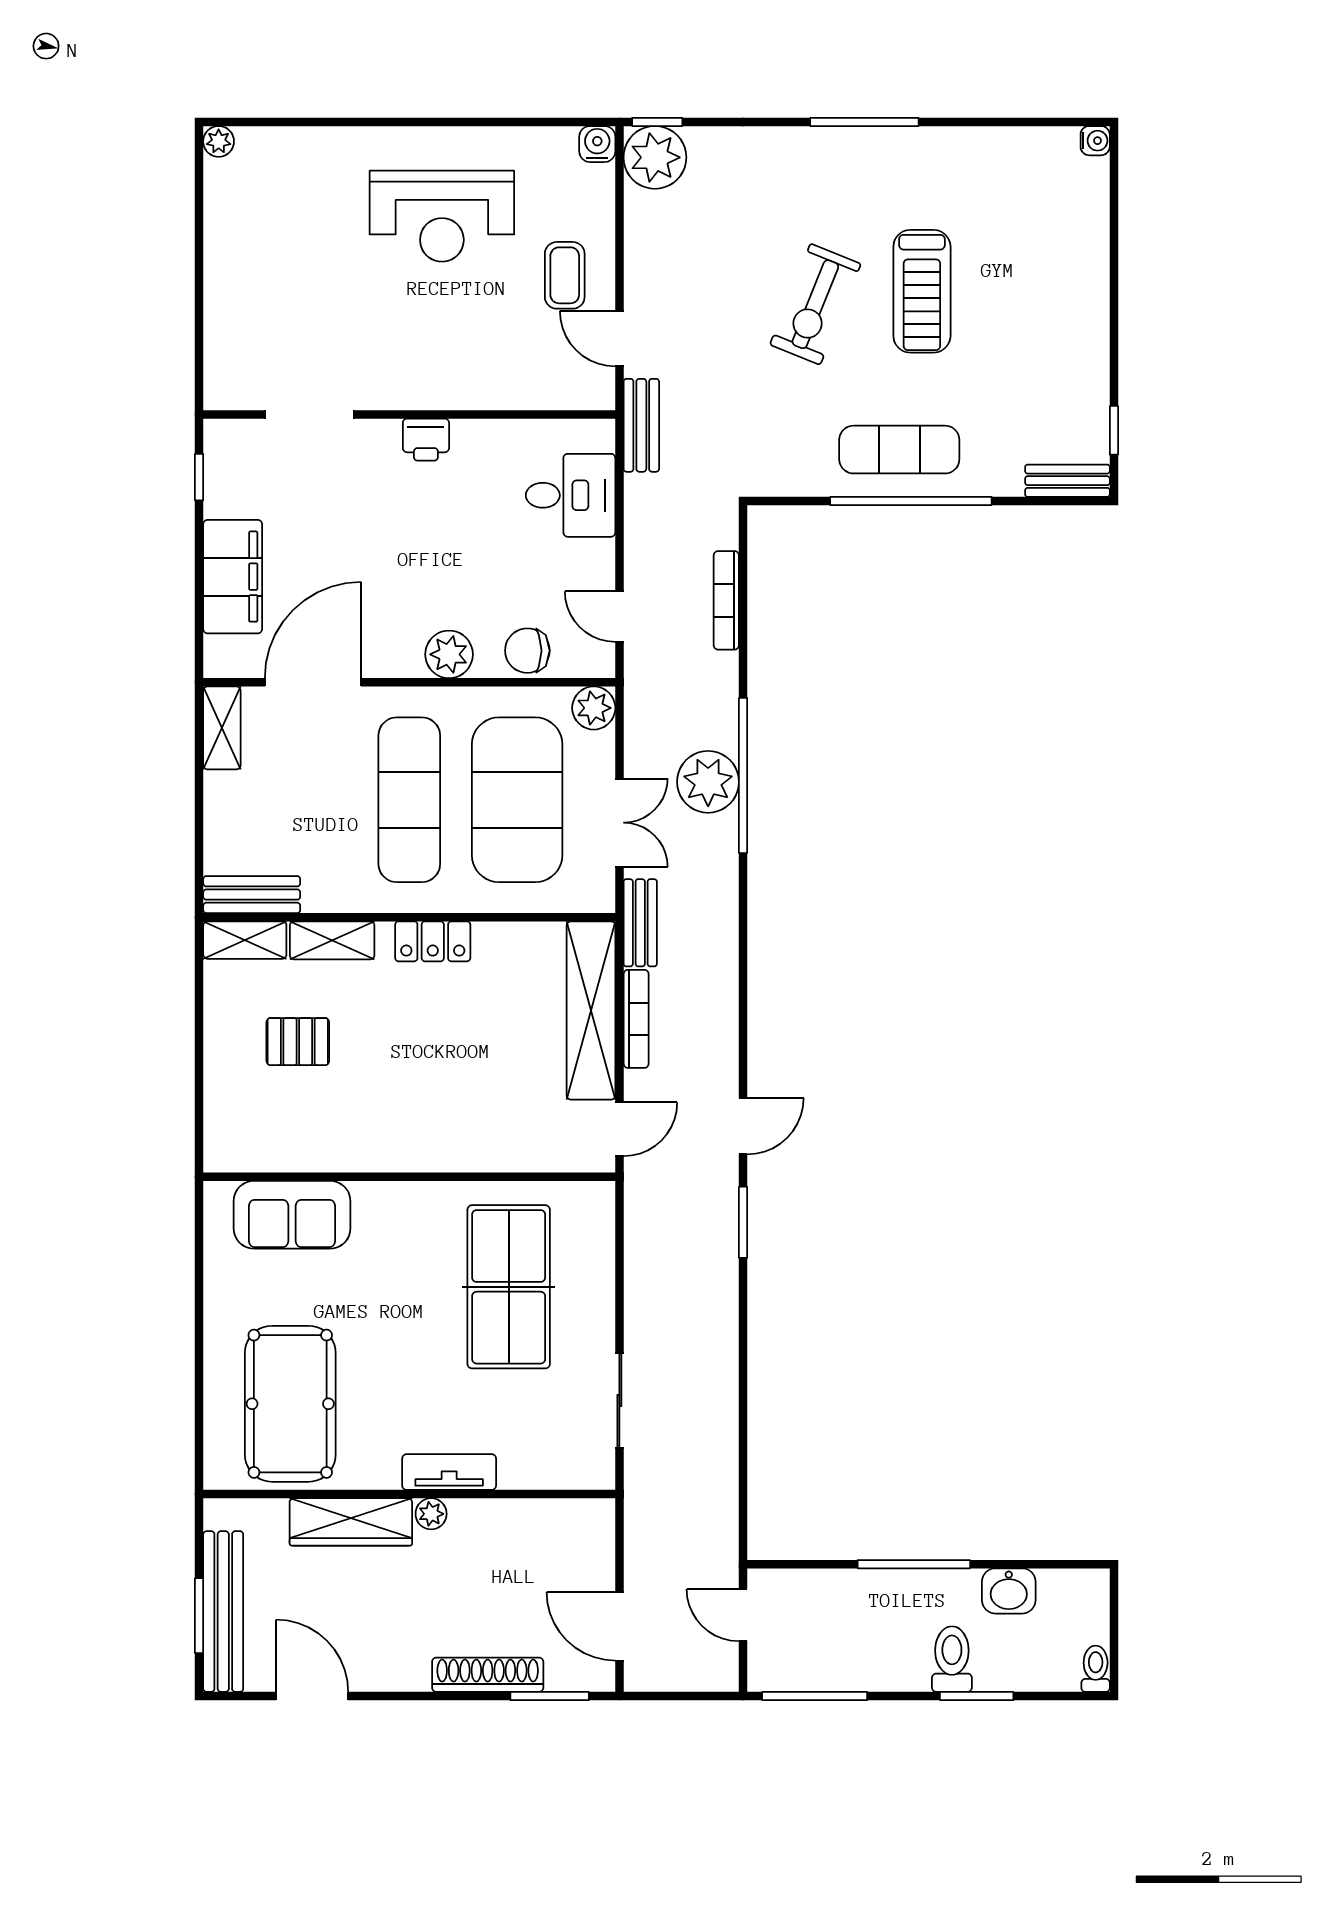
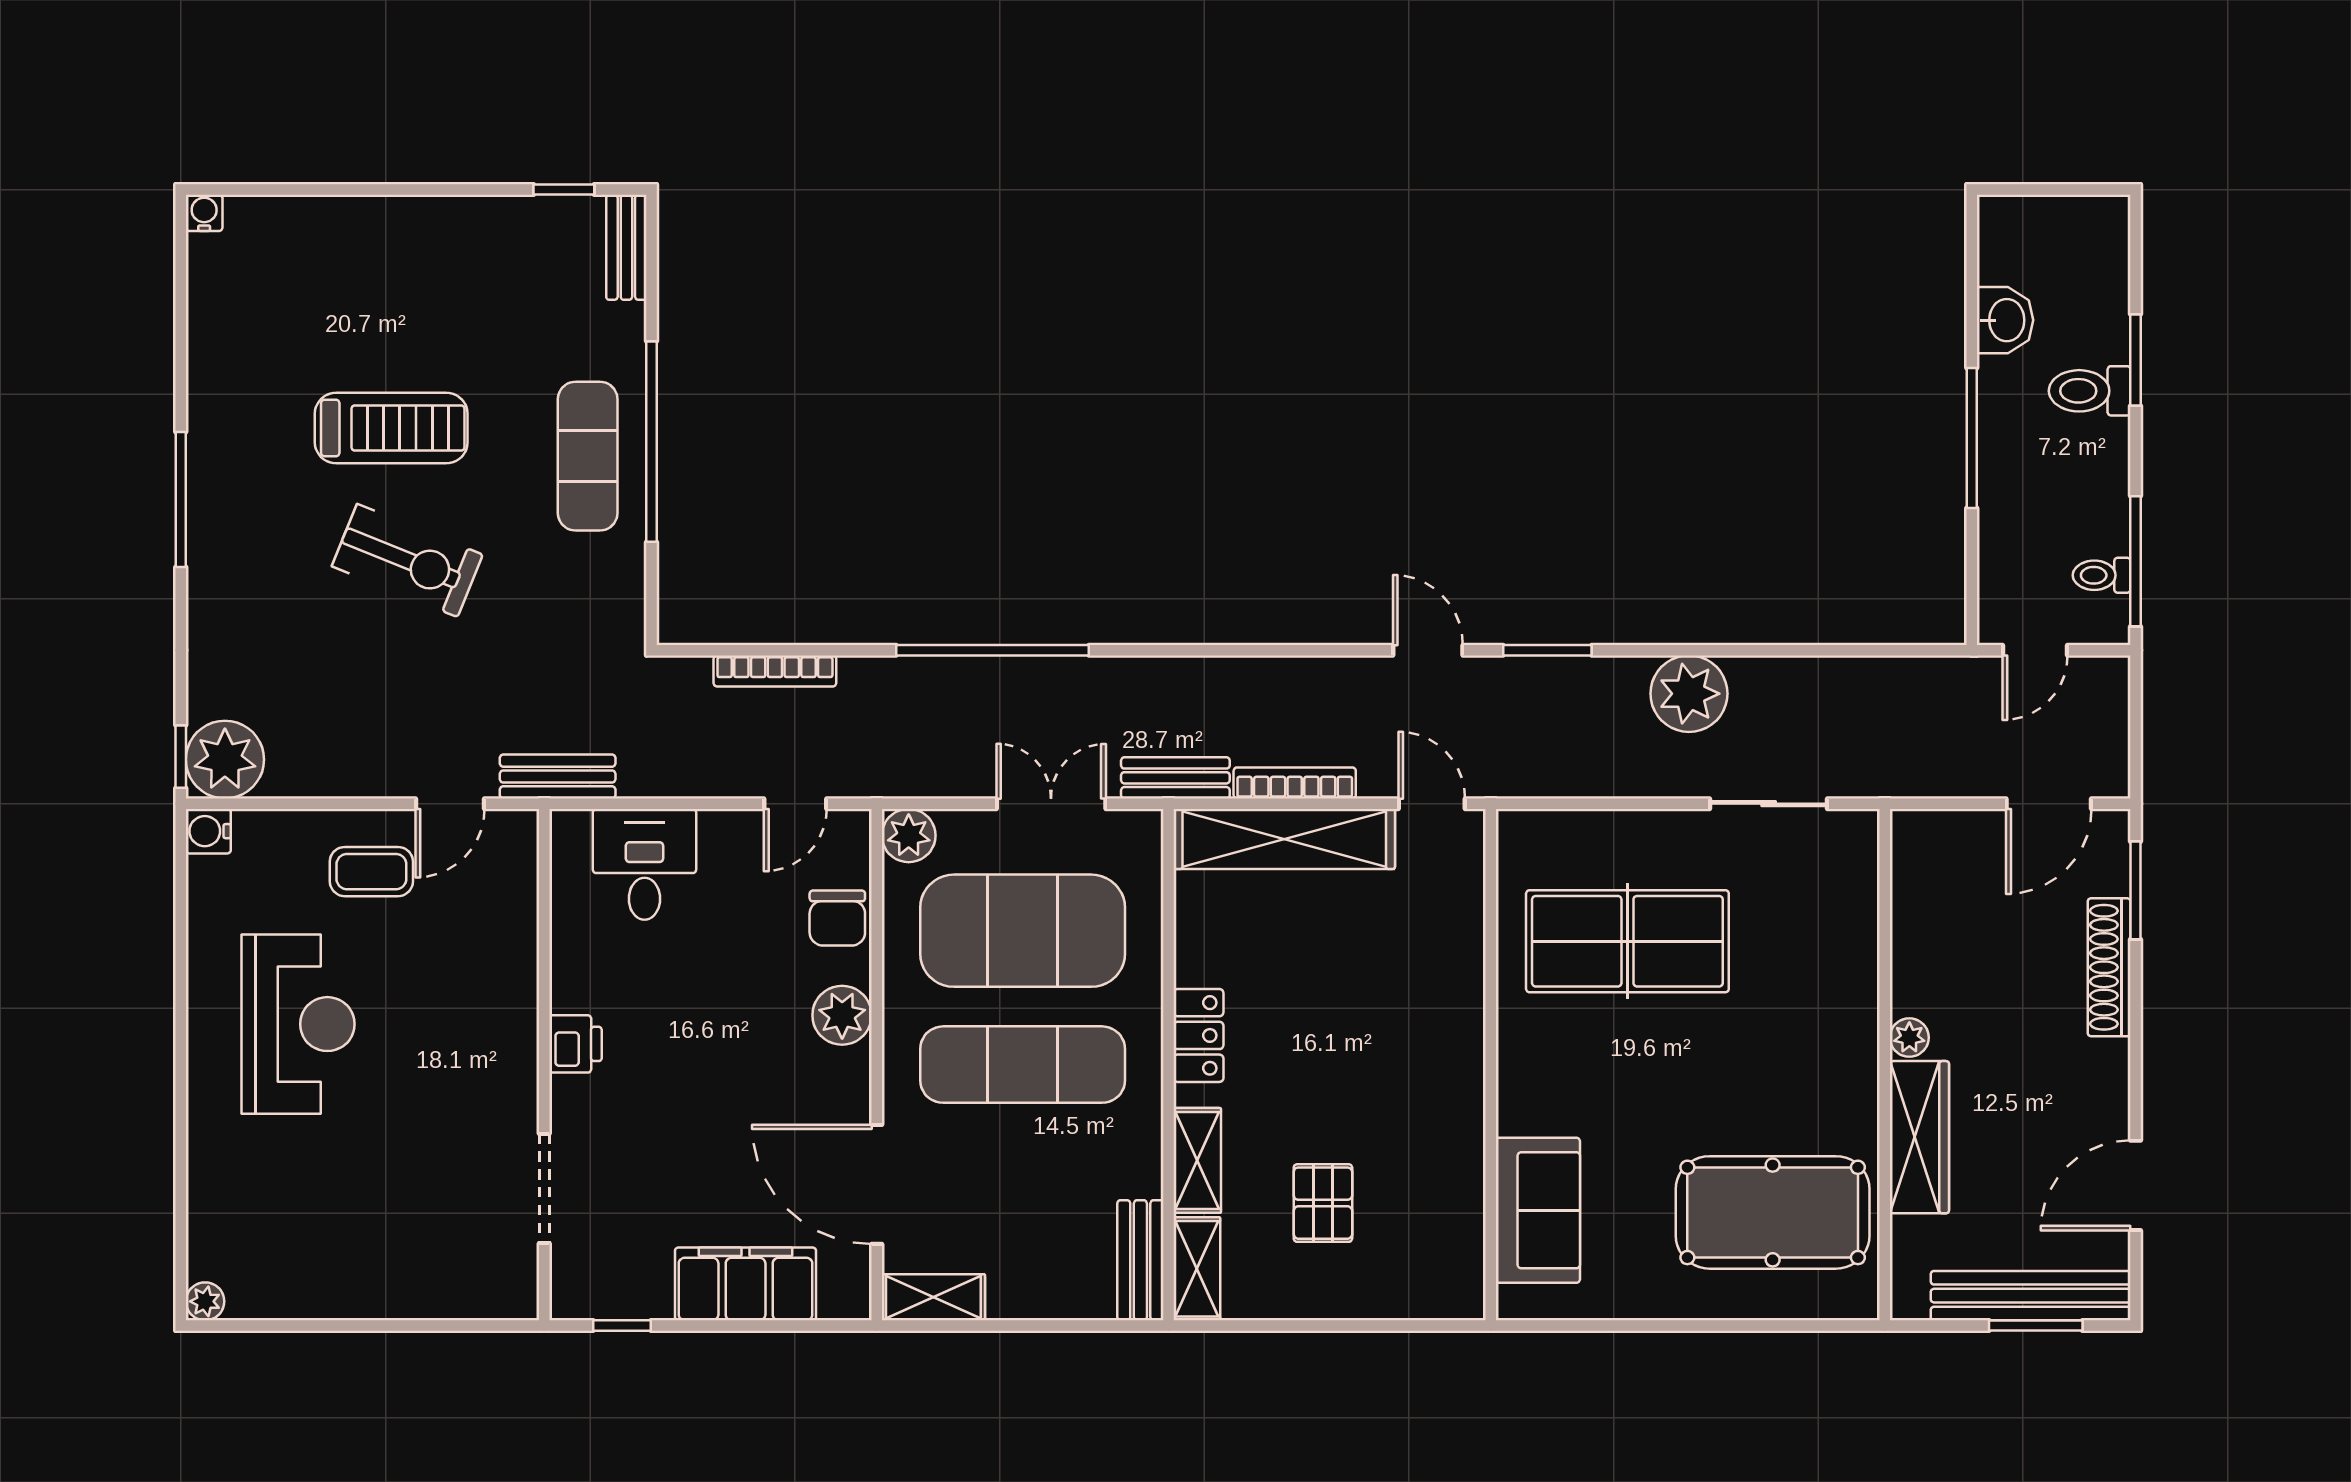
plant: (708, 782) -> (1689, 694), moved
tv unit: (449, 1472) -> (1857, 1015), removed
toilet: (1096, 1669) -> (2102, 575), moved

